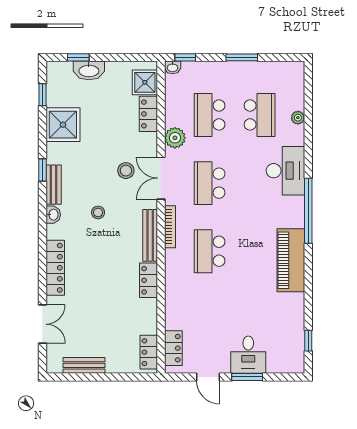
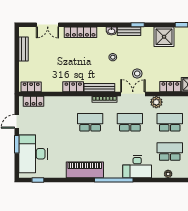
school desk: (260, 115) -> (170, 152), turned 180
desk: (248, 355) -> (33, 154), width x1.87, depth x1.30

